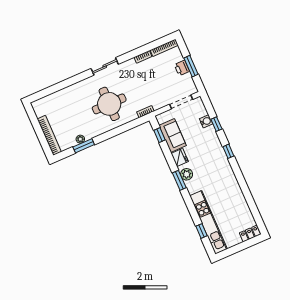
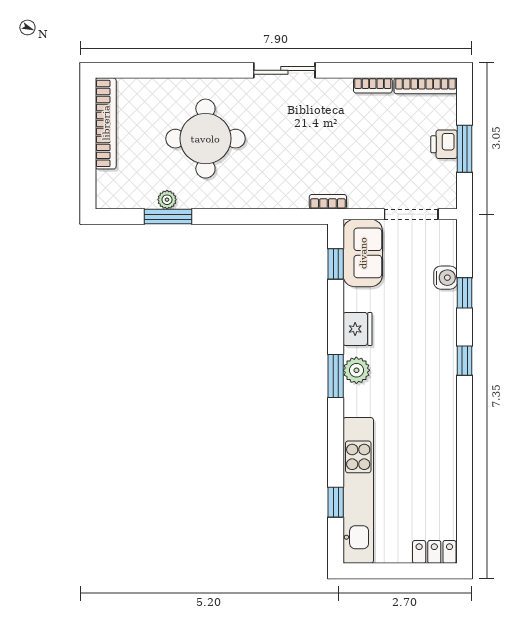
round table: (109, 104) -> (205, 139), moved
bookcase: (49, 135) -> (106, 123), moved
sofa: (173, 135) -> (363, 253), moved

